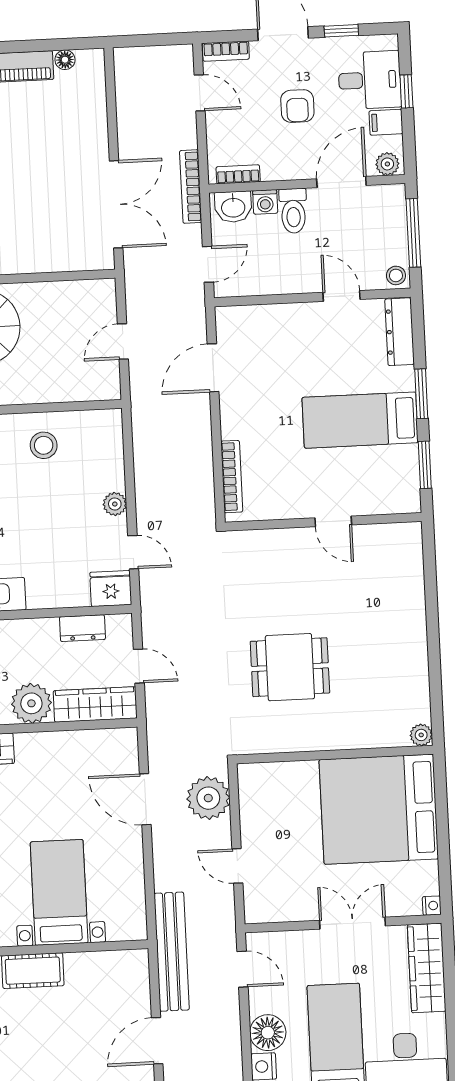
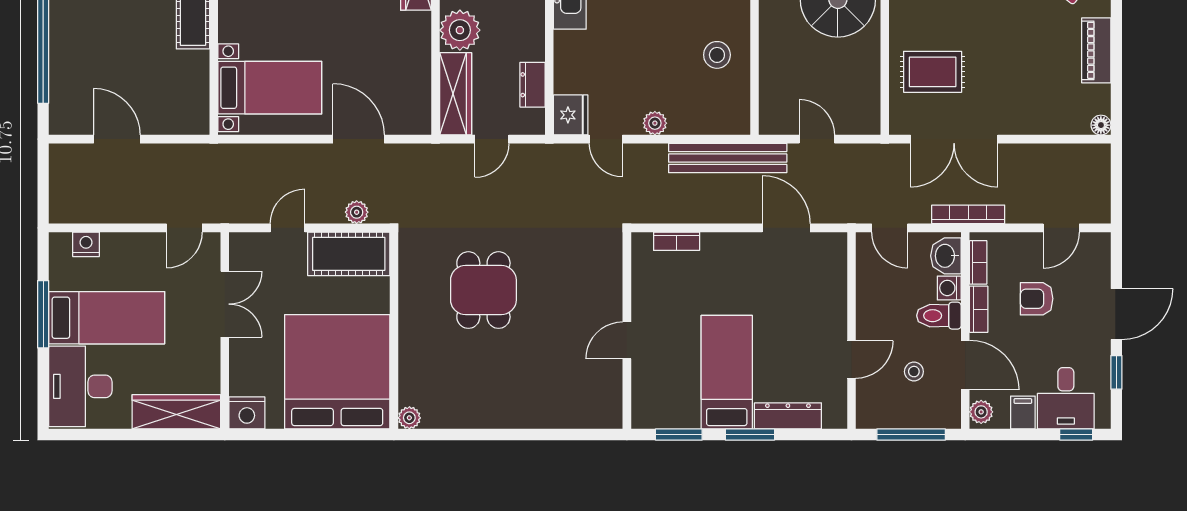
bookcase: (226, 51) -> (979, 309), moved, turned 180
floor lamp: (65, 60) -> (1101, 125), moved
window: (406, 91) -> (1076, 435), moved
armchair: (297, 106) -> (1037, 299), moved
rug: (50, 229) -> (933, 72), added
stool: (396, 275) -> (914, 372), moved
dresser: (400, 332) -> (788, 416), moved
bookcase: (232, 477) -> (677, 241), width x0.64
door: (133, 552) -> (606, 139), hinge flipped
plant: (208, 798) -> (357, 212), width x0.53, depth x0.53
door: (145, 799) -> (359, 139), hinge flipped
cot: (260, 803) -> (349, 254), added
bed with nightstands: (59, 892) -> (270, 88), moved
nightstand: (432, 906) -> (247, 413), width x1.89, depth x1.79
double door: (352, 923) -> (225, 304), moved
bench: (172, 952) -> (728, 158), moved
floor lamp: (268, 1033) -> (120, 250), removed

